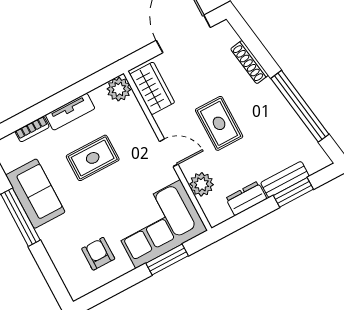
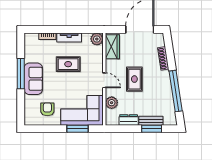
sofa: (35, 194) -> (33, 79), moved

